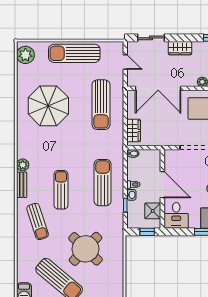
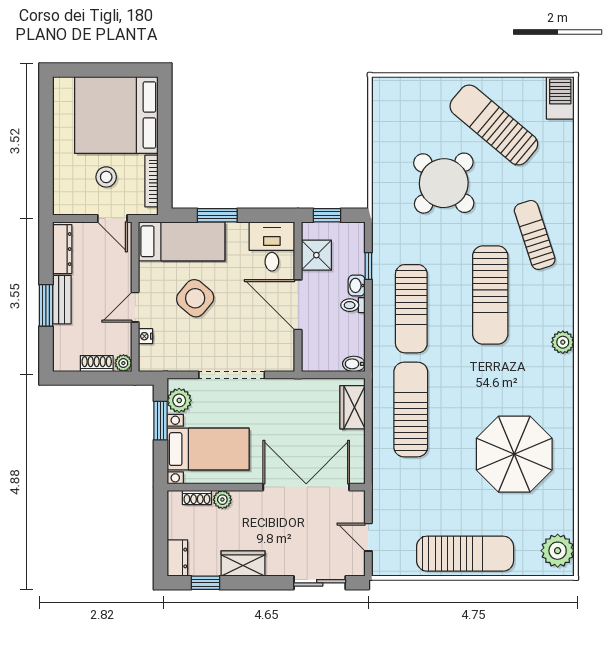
wardrobe: (180, 48) -> (243, 563), moved
sun lounger: (101, 105) -> (411, 409), moved
bench: (22, 185) -> (565, 305), removed
sun lounger: (61, 190) -> (490, 295), width x1.36, depth x1.34

